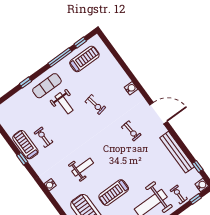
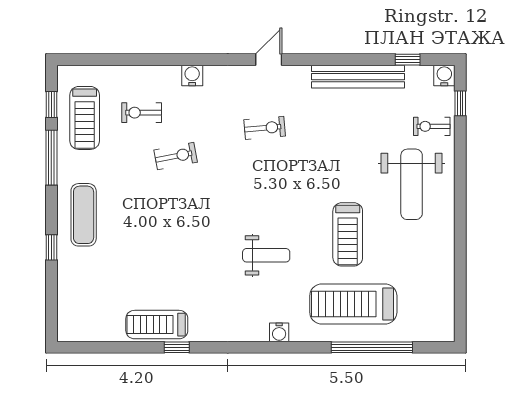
treadmill: (84, 59) -> (85, 118), turned 180
weight bench: (64, 103) -> (135, 207), removed
door: (158, 113) -> (269, 60), width x0.53
exercise bike: (43, 137) -> (142, 113), moved
weight bench: (83, 167) -> (266, 255), turned 90
water cooler: (50, 185) -> (279, 332), moved

